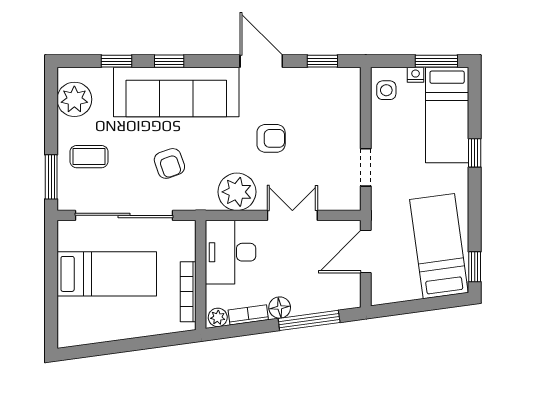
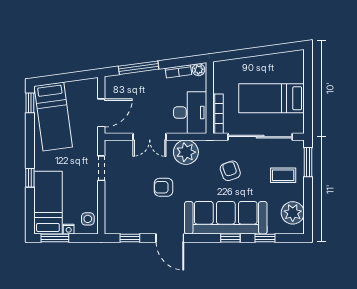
bookcase: (188, 292) -> (218, 114), moved
floor lamp: (280, 308) -> (158, 76), removed

